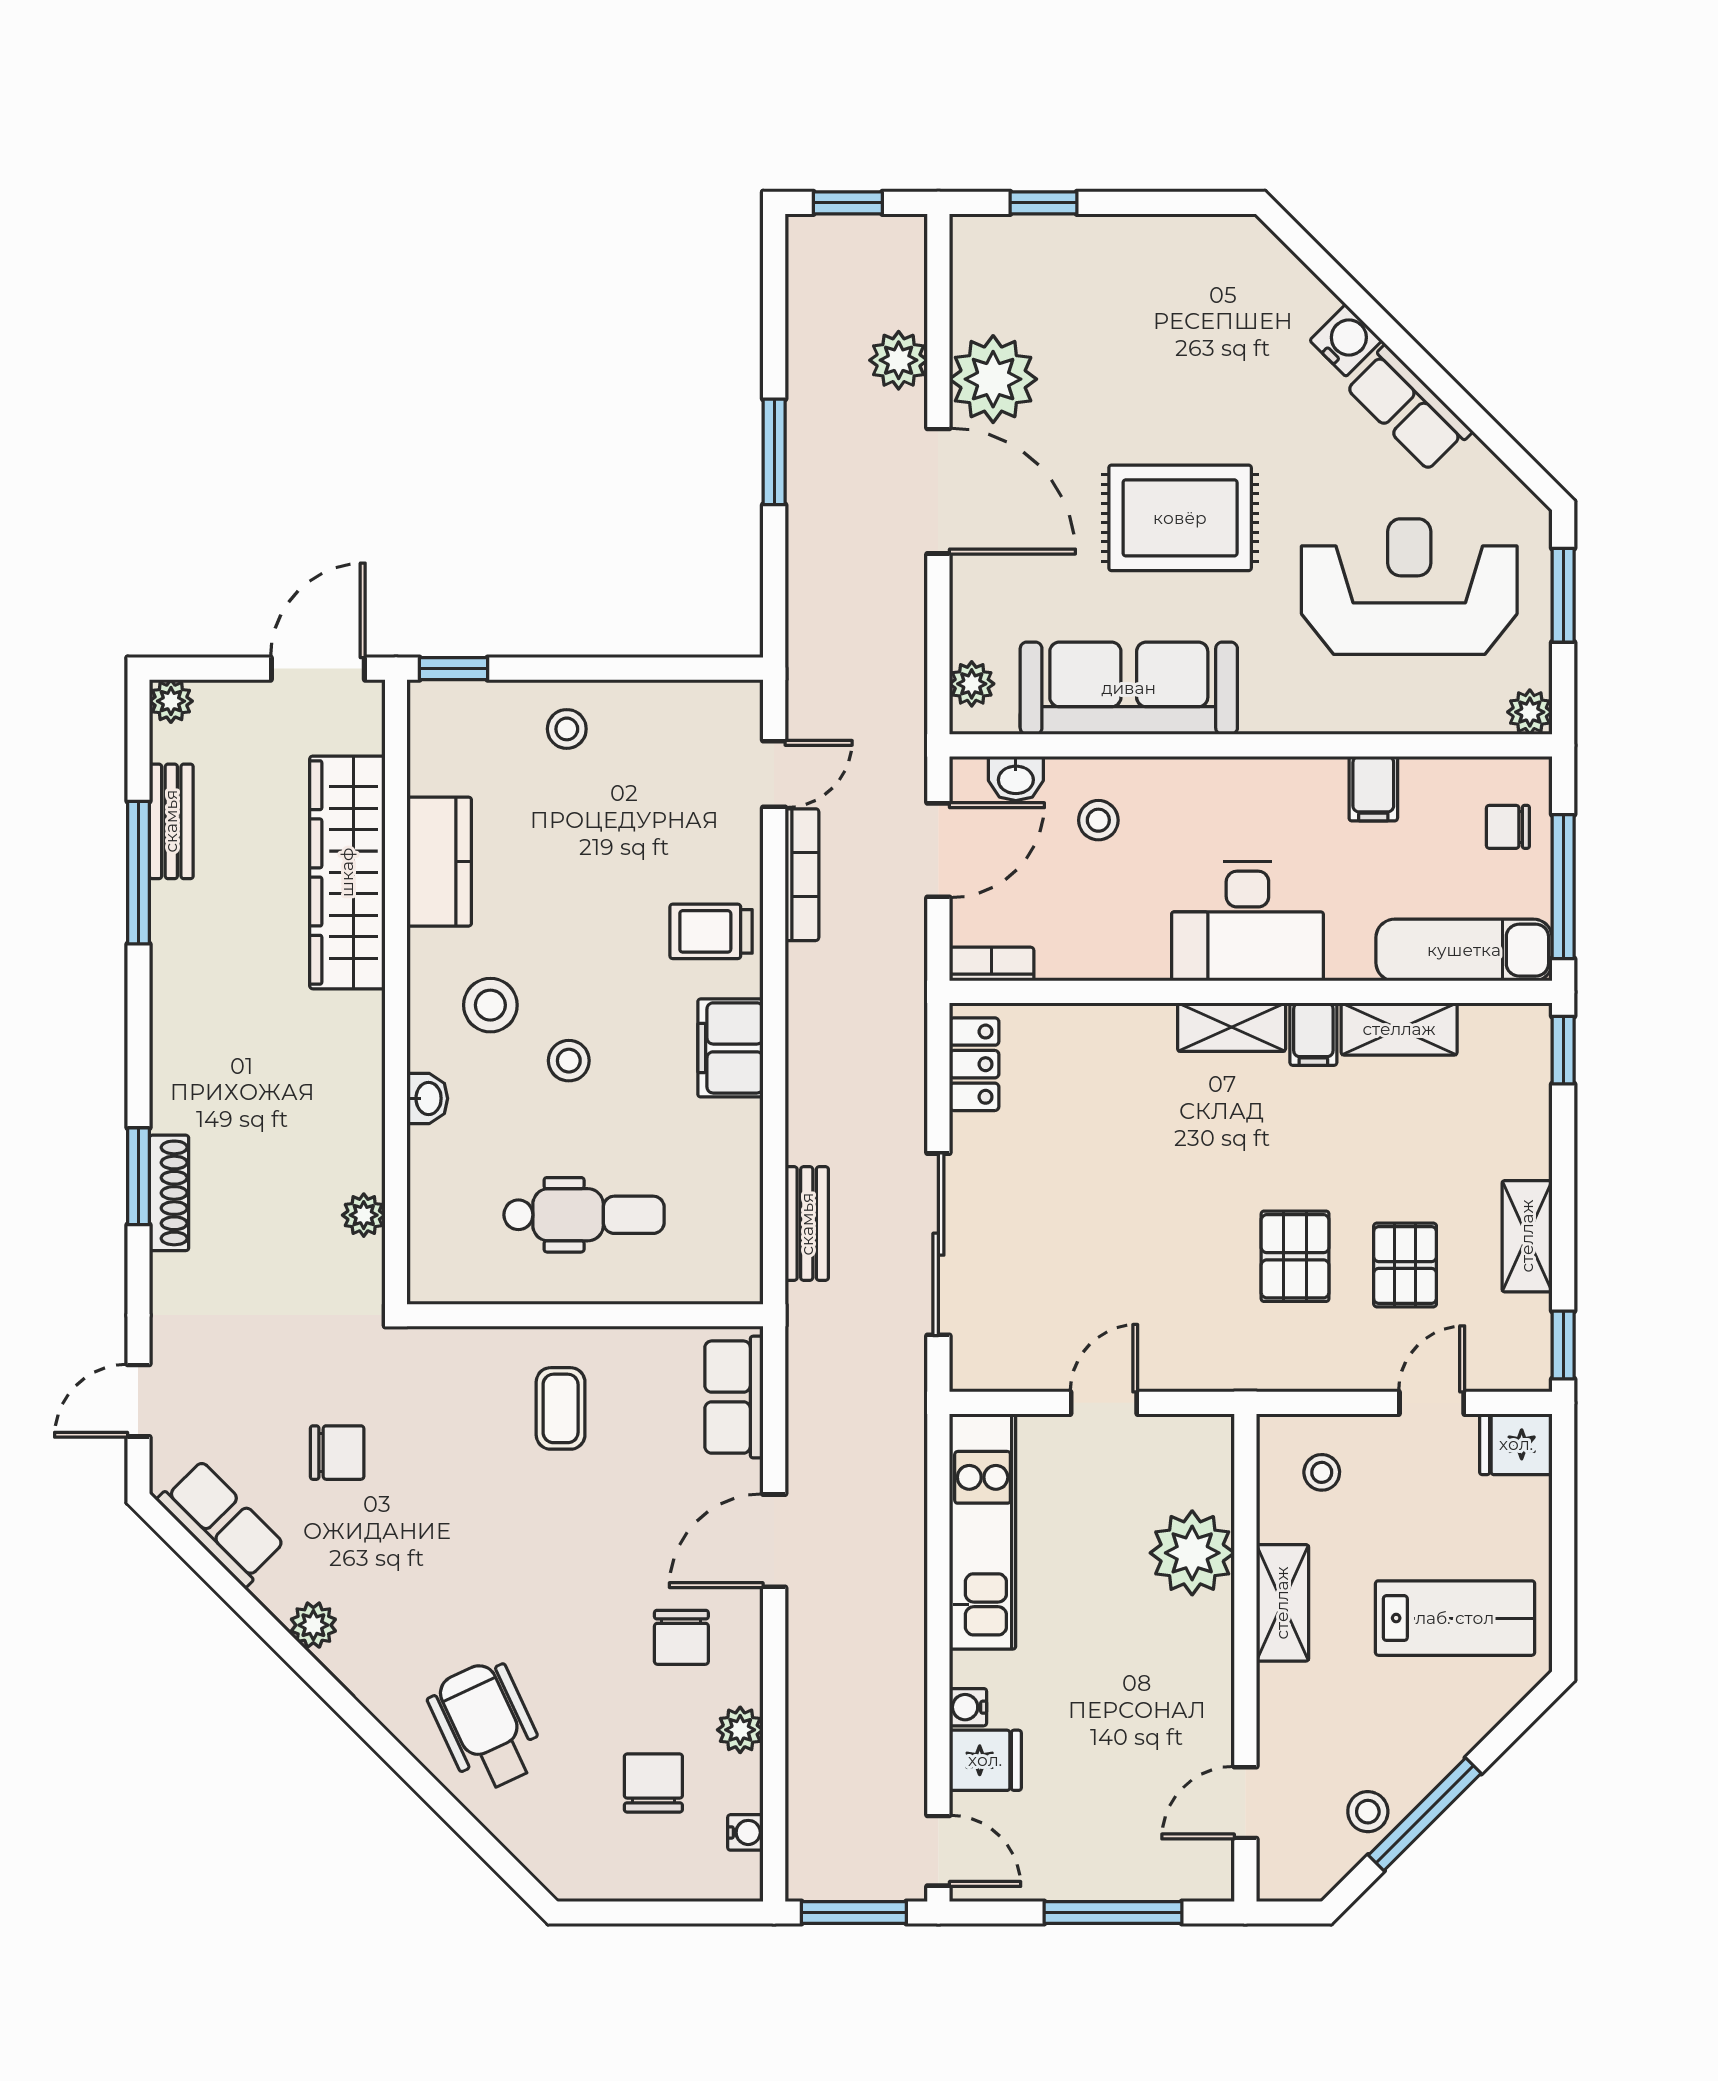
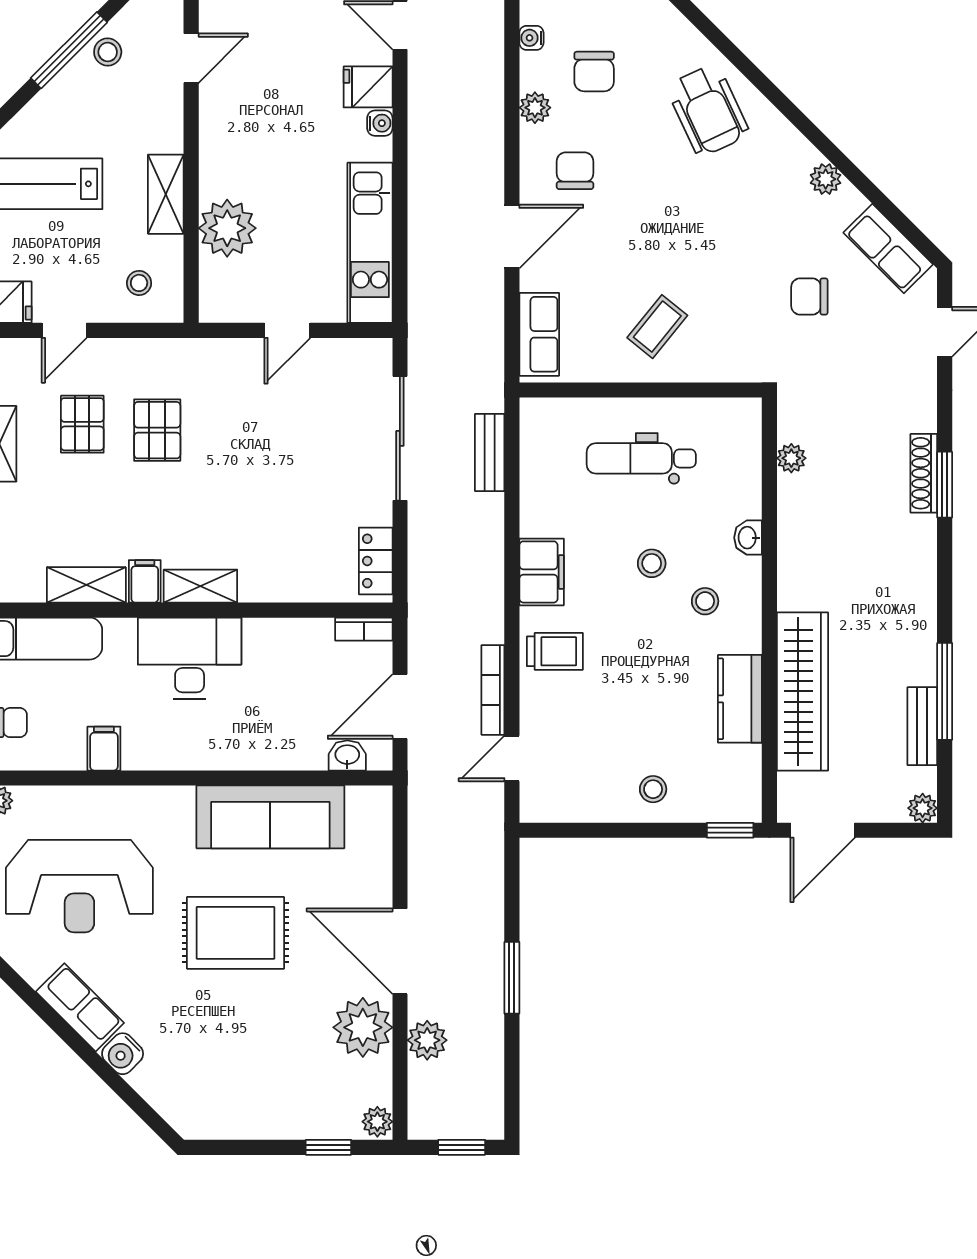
plant: (972, 684) -> (377, 1122), moved
stool: (1098, 820) -> (291, 727), removed
stool: (490, 1005) -> (705, 601), width x0.73, depth x0.73
coffee table: (561, 1408) -> (657, 327), turned 39

